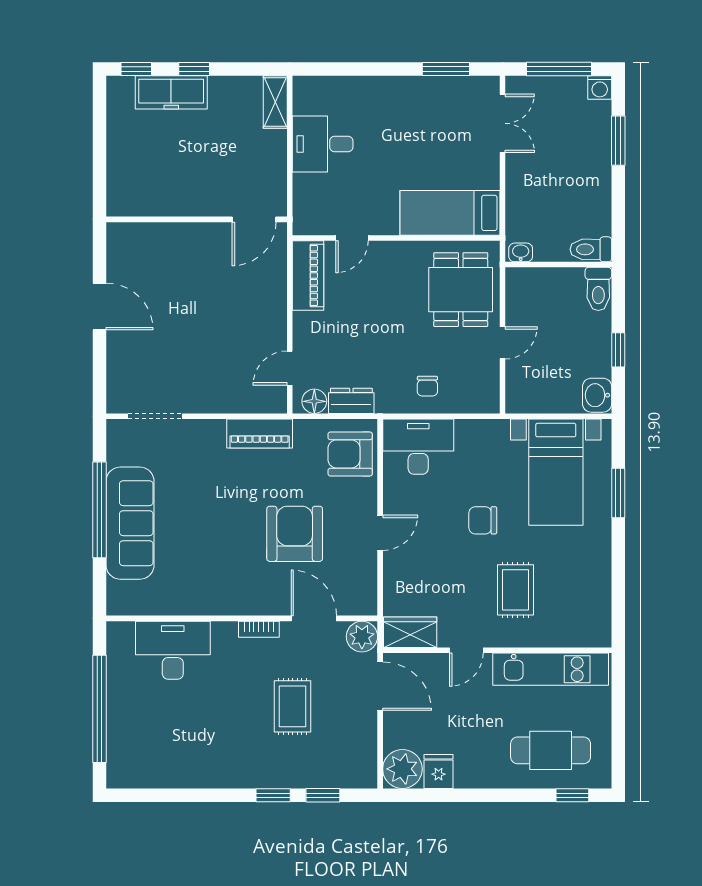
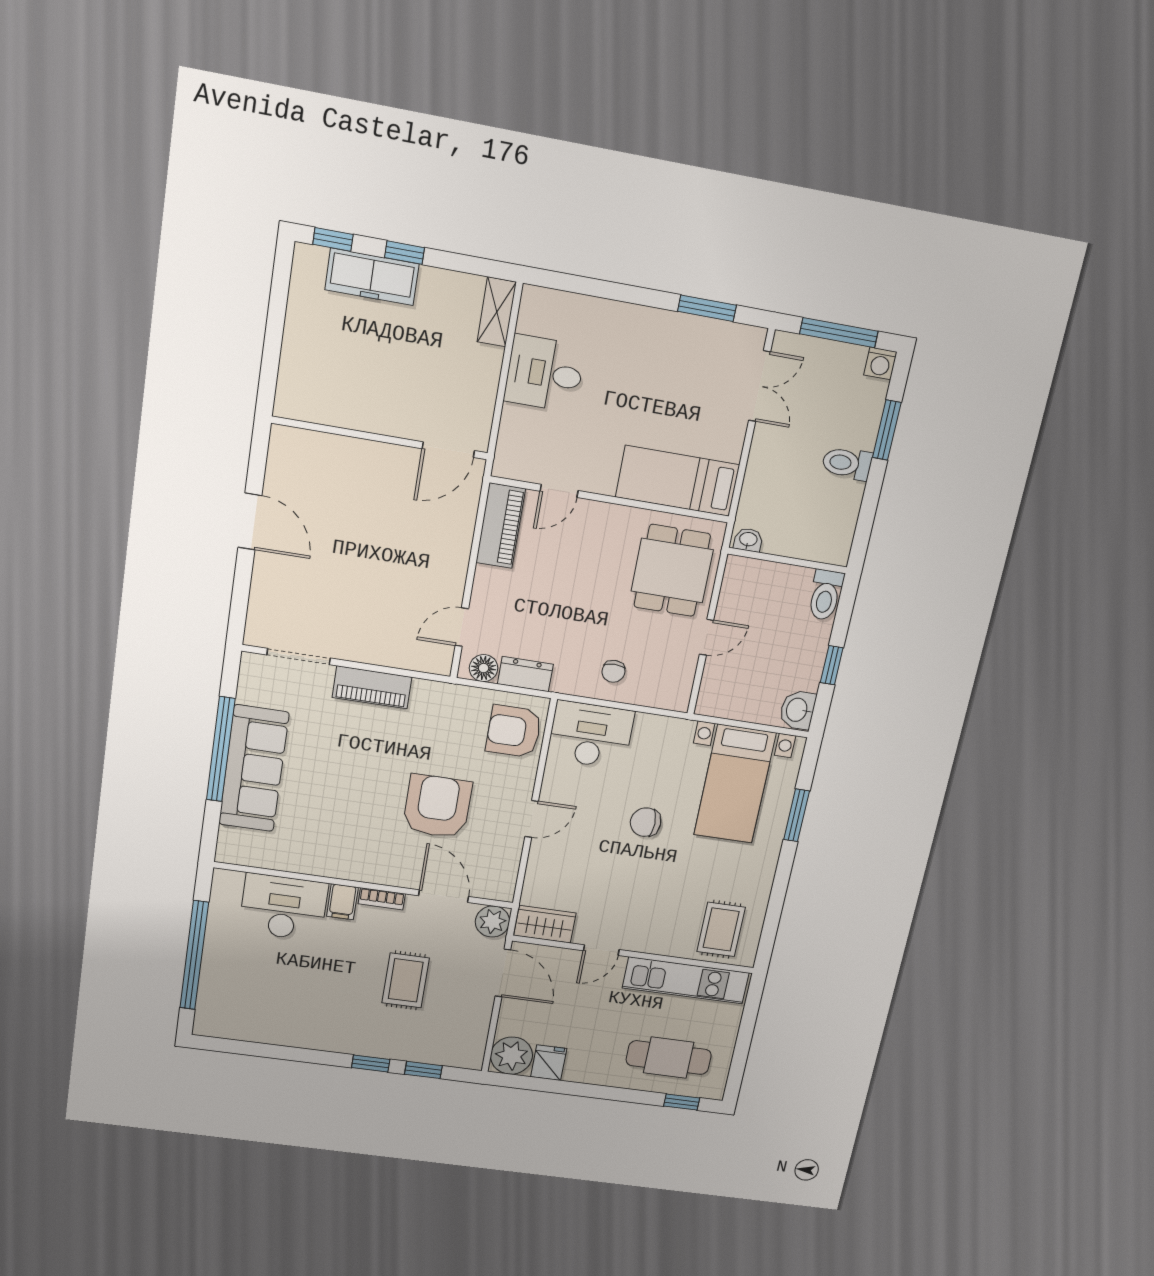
toilet: (591, 249) -> (847, 463), moved
piano: (260, 434) -> (372, 687), moved
rug: (515, 590) -> (721, 929), moved
filing cabinet: (224, 637) -> (342, 902), added

